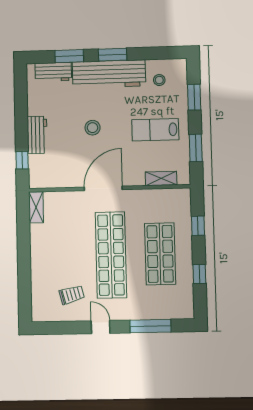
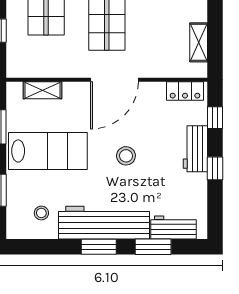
window: (21, 120) -> (215, 168), added
lab bench: (155, 130) -> (48, 151), width x1.36, depth x1.39
locker: (46, 181) -> (185, 91), added
shelving: (36, 207) -> (199, 42), moved

